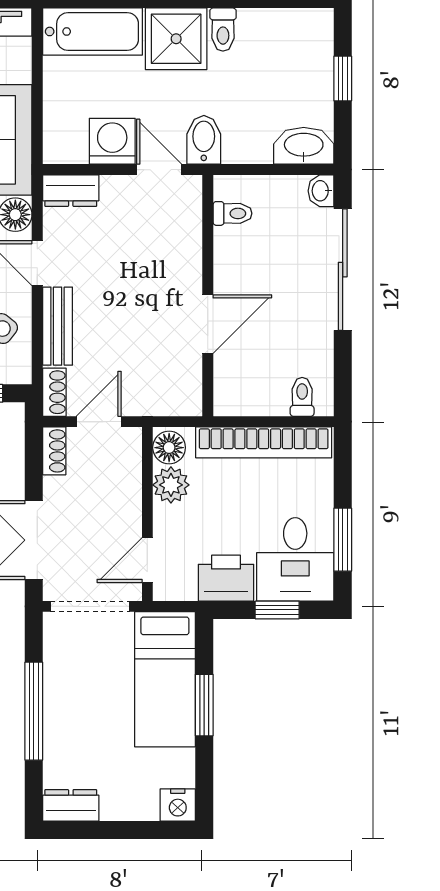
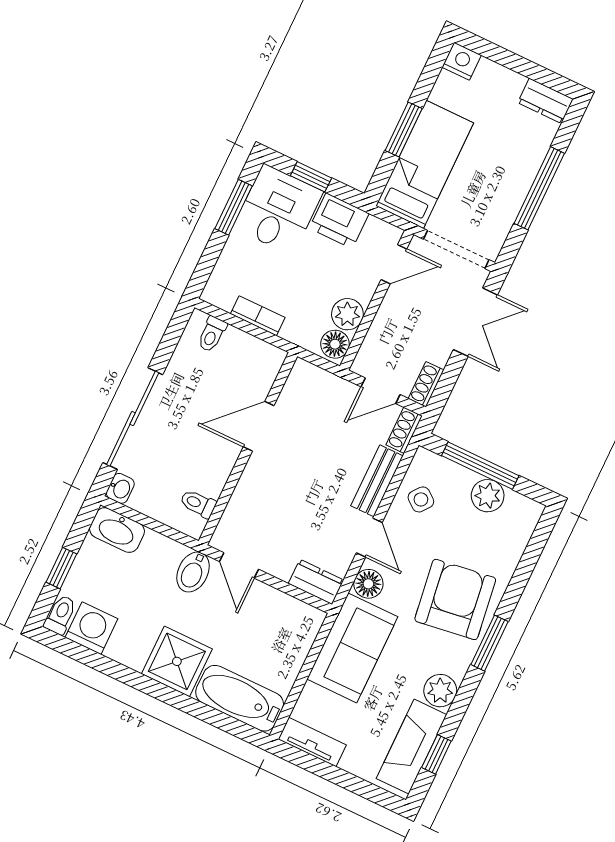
toilet: (223, 29) -> (60, 615), moved
washing machine: (112, 141) -> (91, 628), moved, turned 180
bookcase: (264, 442) -> (258, 316), width x0.43, depth x0.76

